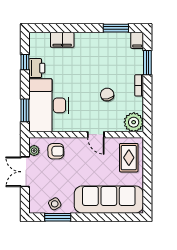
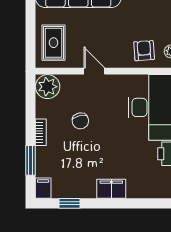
window: (116, 28) -> (70, 203), width x0.67
filing cabinet: (62, 40) -> (111, 189), moved
armchair: (56, 151) -> (144, 51), turned 87

